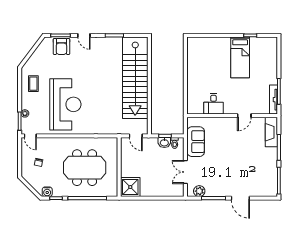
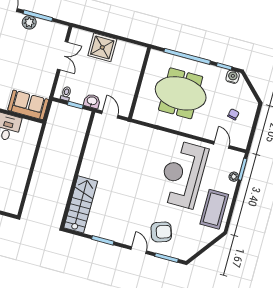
armchair: (61, 46) -> (161, 232), moved, turned 72
stairs: (135, 78) -> (81, 204), width x0.54, depth x0.66
coffee table: (33, 84) -> (214, 209), width x1.86, depth x1.72
door: (30, 136) -> (222, 145), moved
sofa: (196, 142) -> (28, 105), moved, turned 90
washbasin: (164, 143) -> (92, 101), moved
shower: (130, 187) -> (102, 47), moved
plant: (199, 191) -> (29, 22), moved

